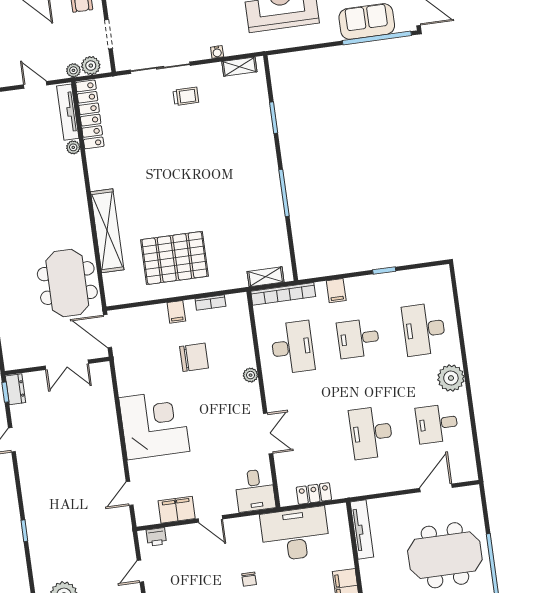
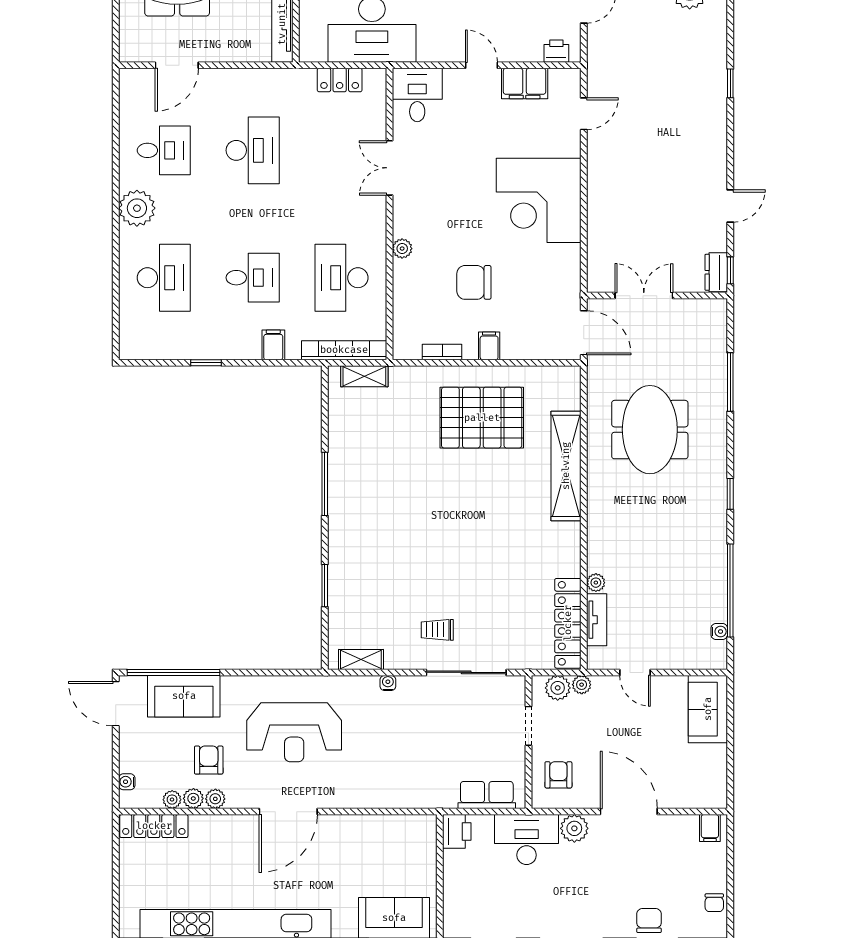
tv unit: (68, 112) -> (597, 620), width x0.71
meeting table: (67, 283) -> (650, 430), moved

